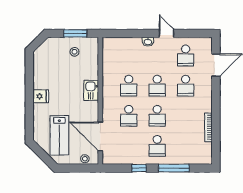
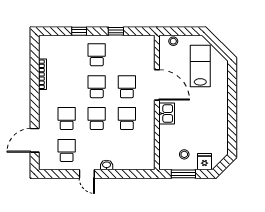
fridge: (41, 96) -> (204, 162), moved, turned 90
door: (100, 136) -> (157, 85), moved
window: (174, 168) -> (79, 31), width x0.46

